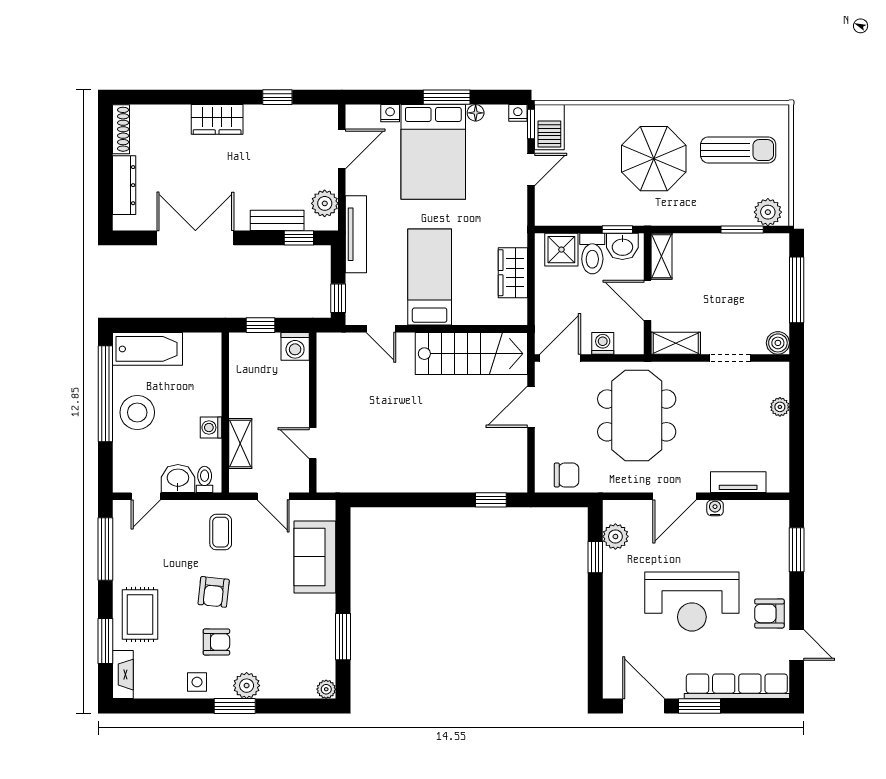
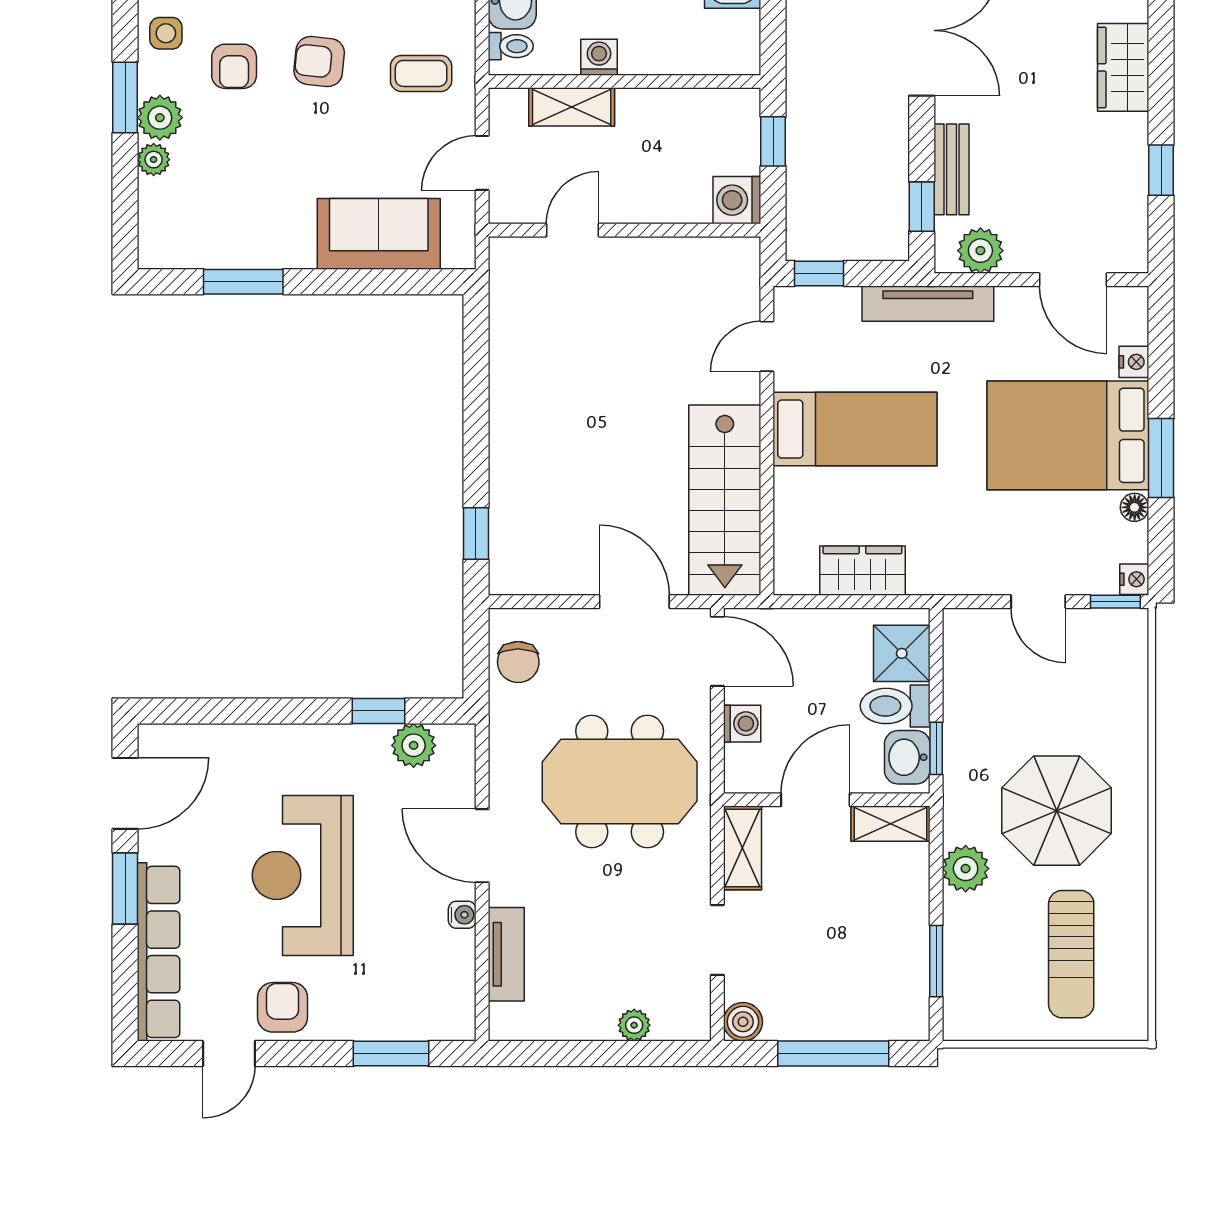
barbecue: (549, 127) -> (1110, 633), removed
plant: (768, 212) -> (966, 869), moved
plant: (326, 689) -> (154, 160), moved

